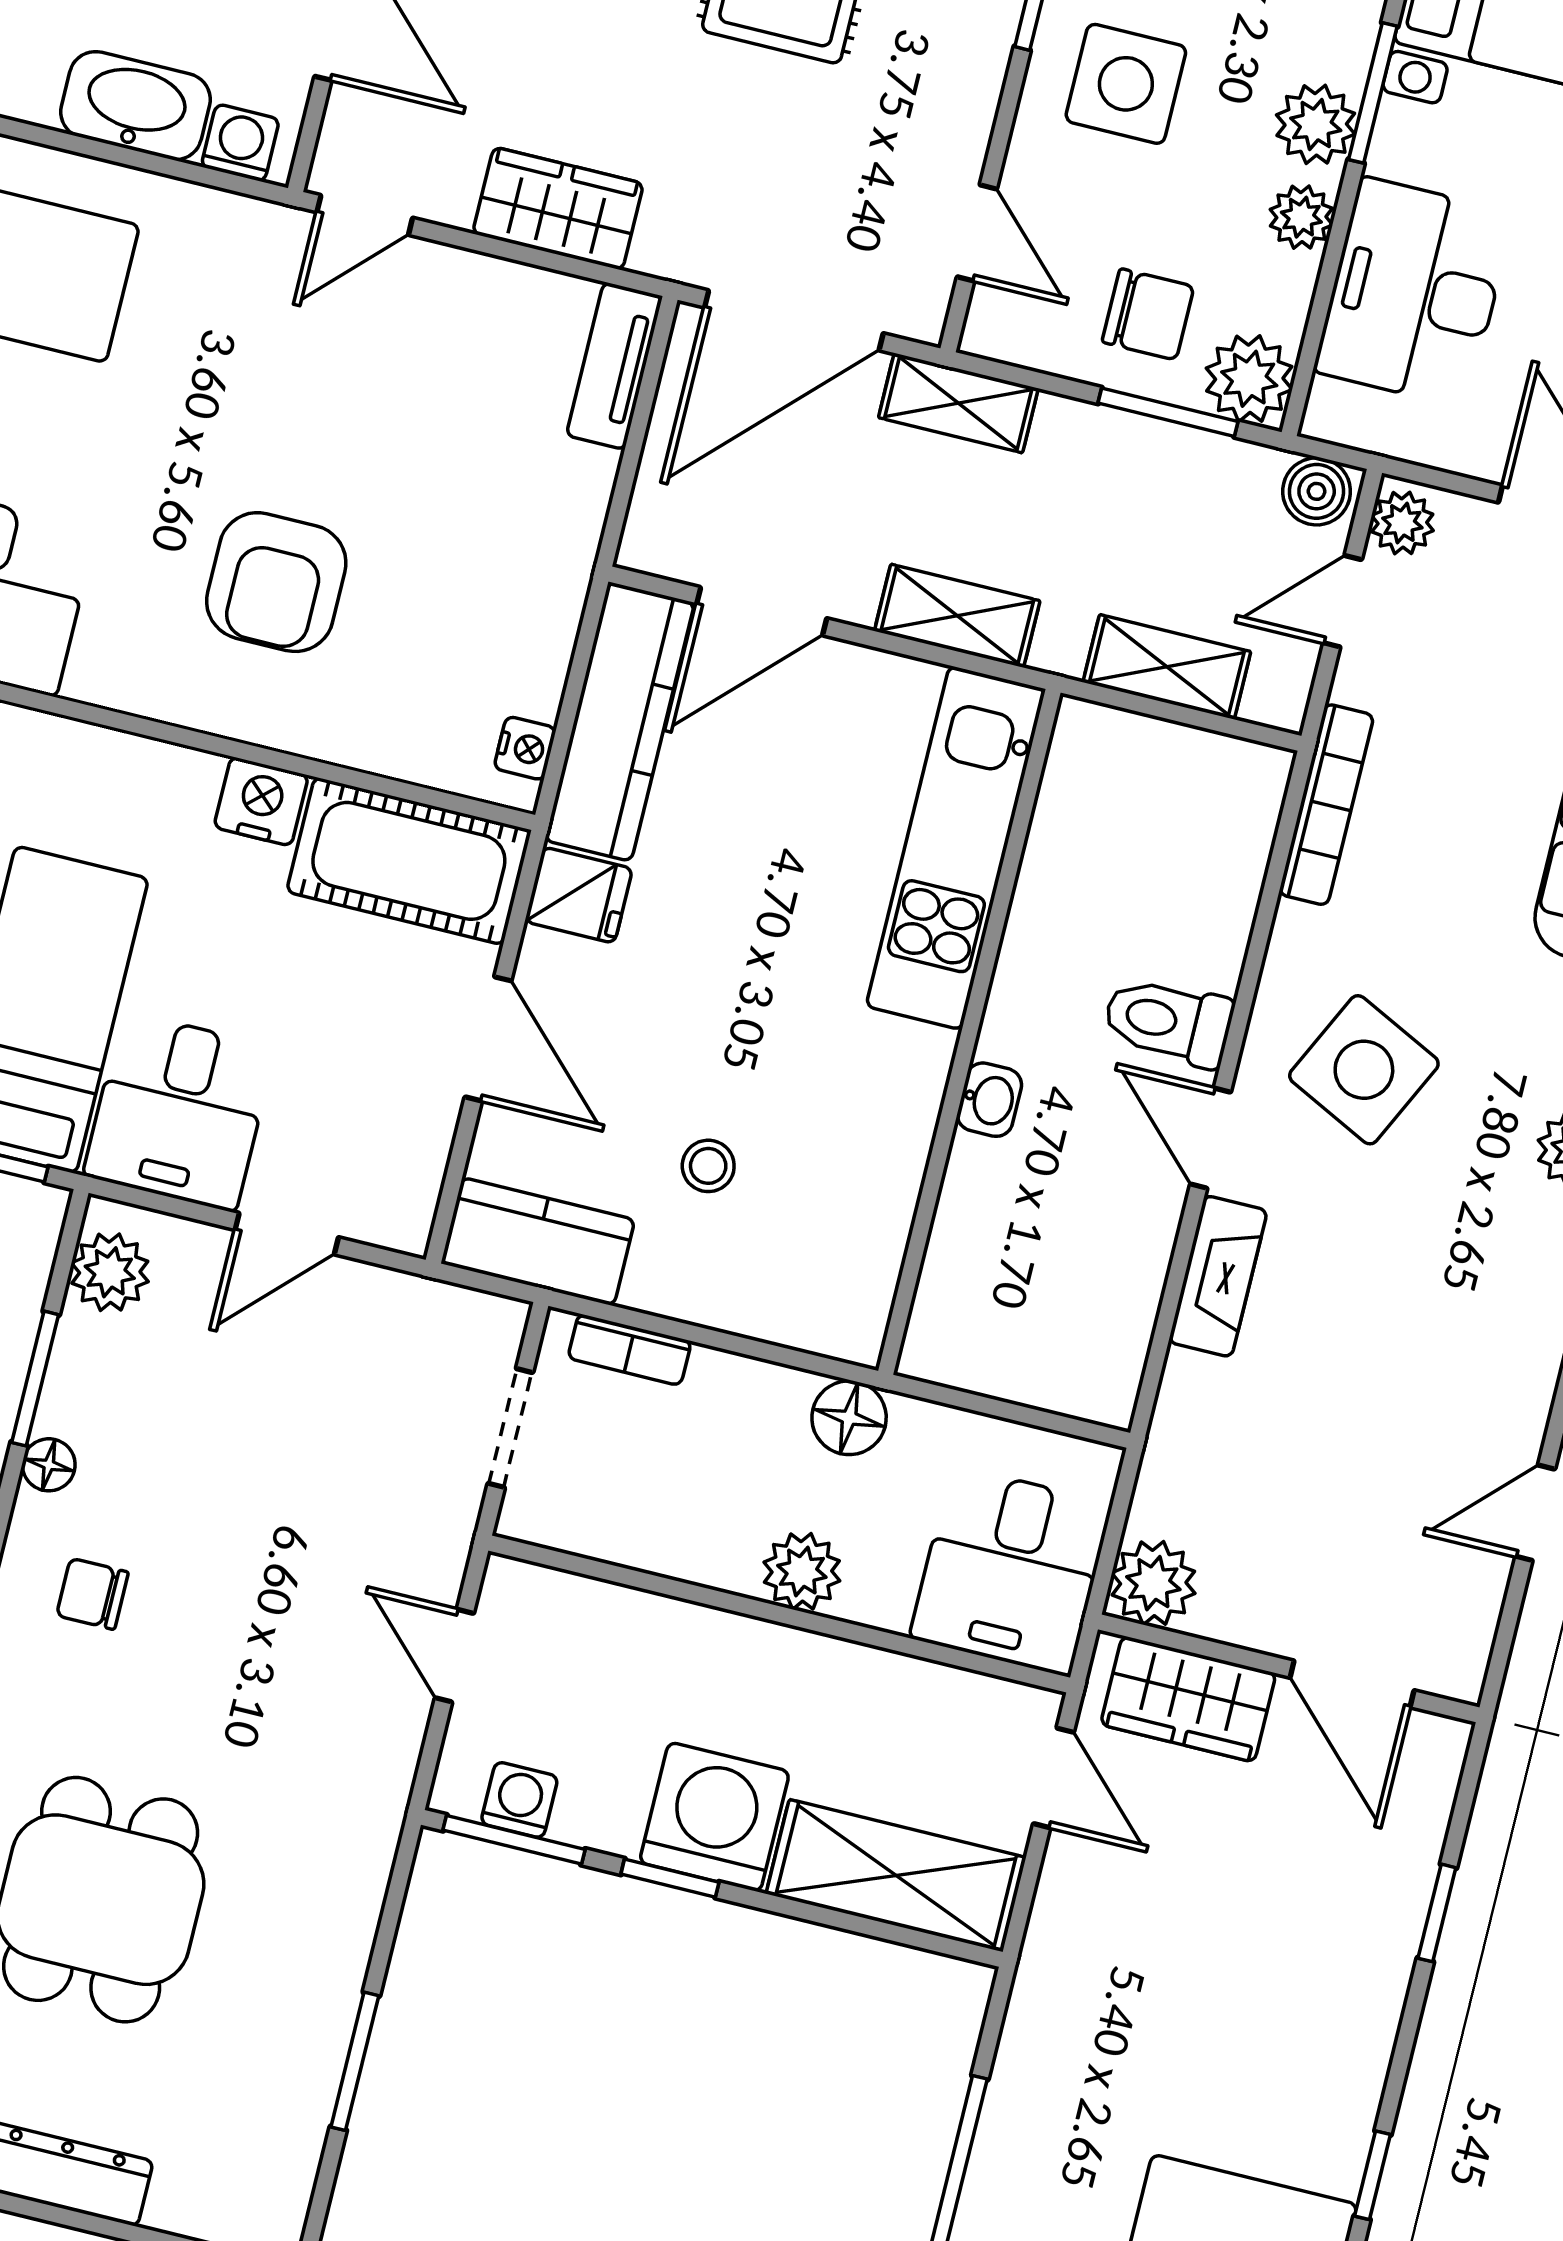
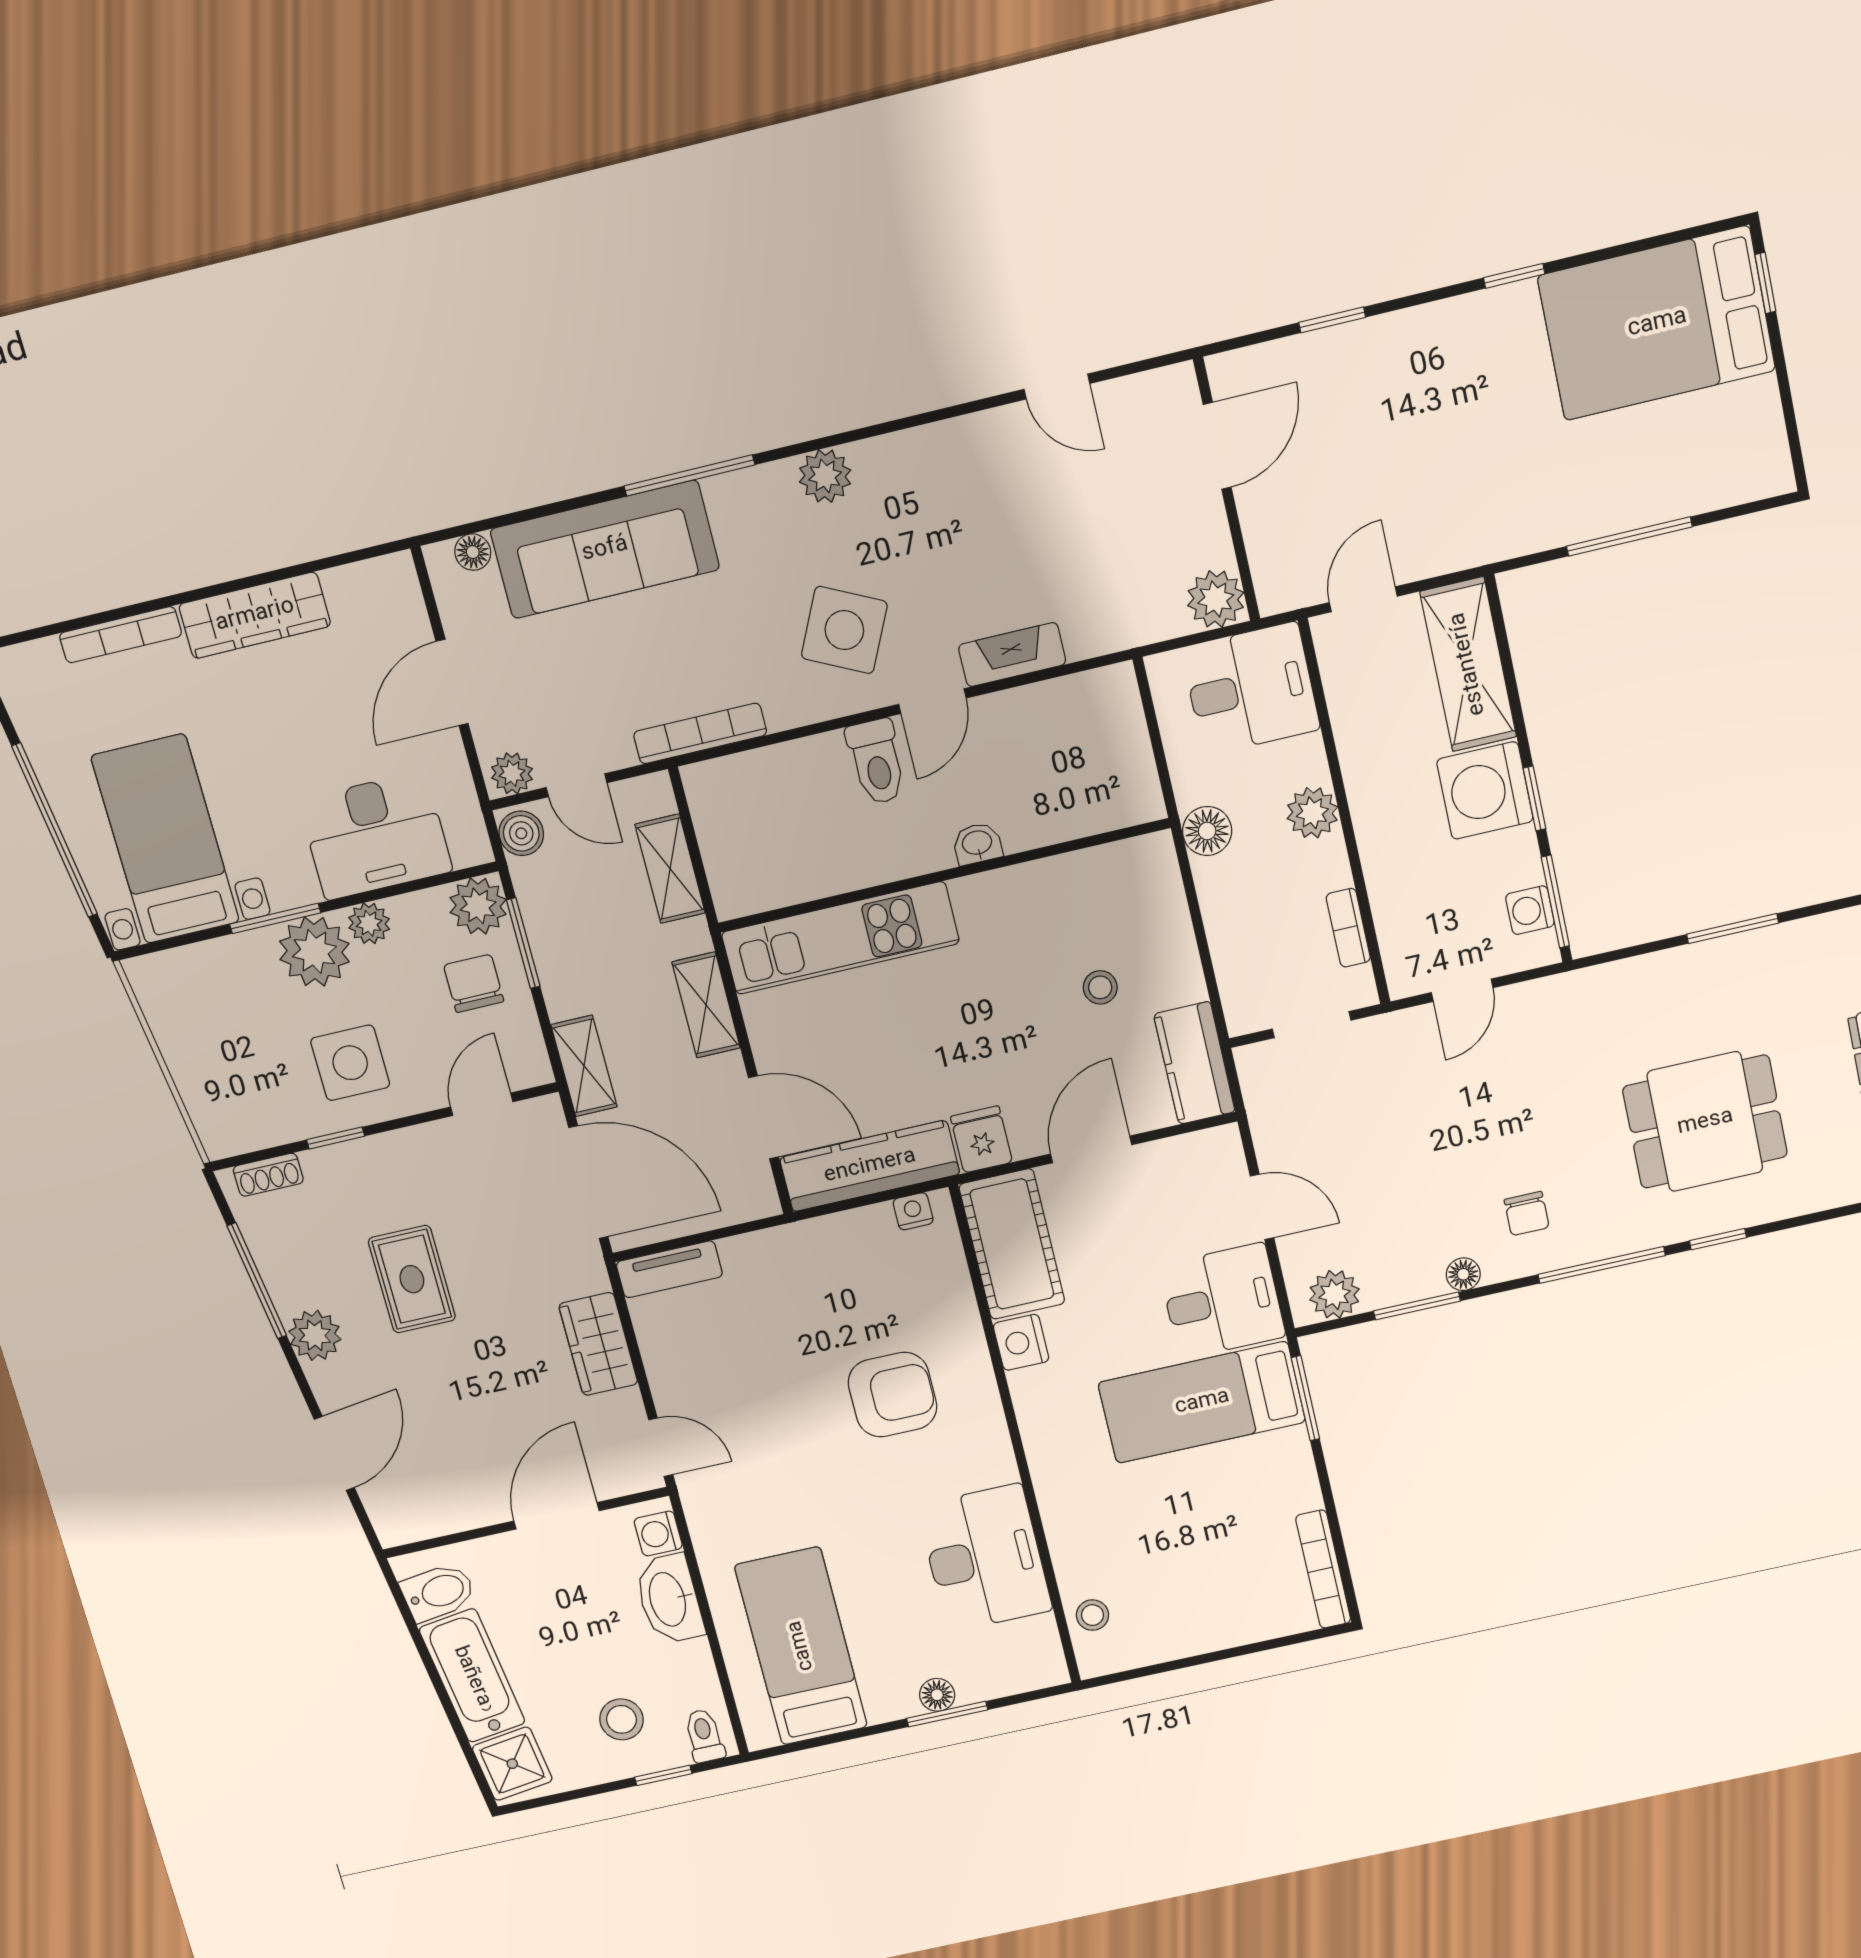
plant: (1316, 124) -> (314, 952), width x1.36, depth x1.36
bookcase: (630, 1350) -> (1348, 928), moved, turned 180
wardrobe: (1188, 1699) -> (1275, 542), removed

